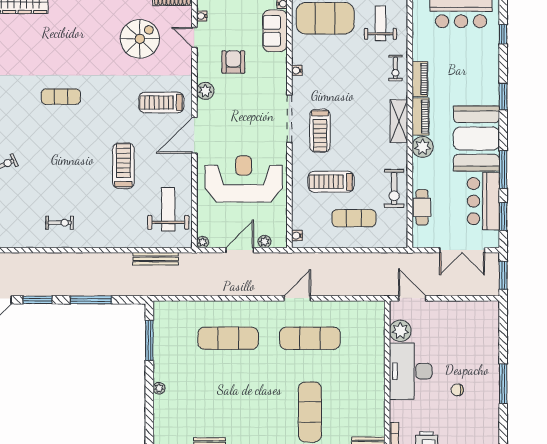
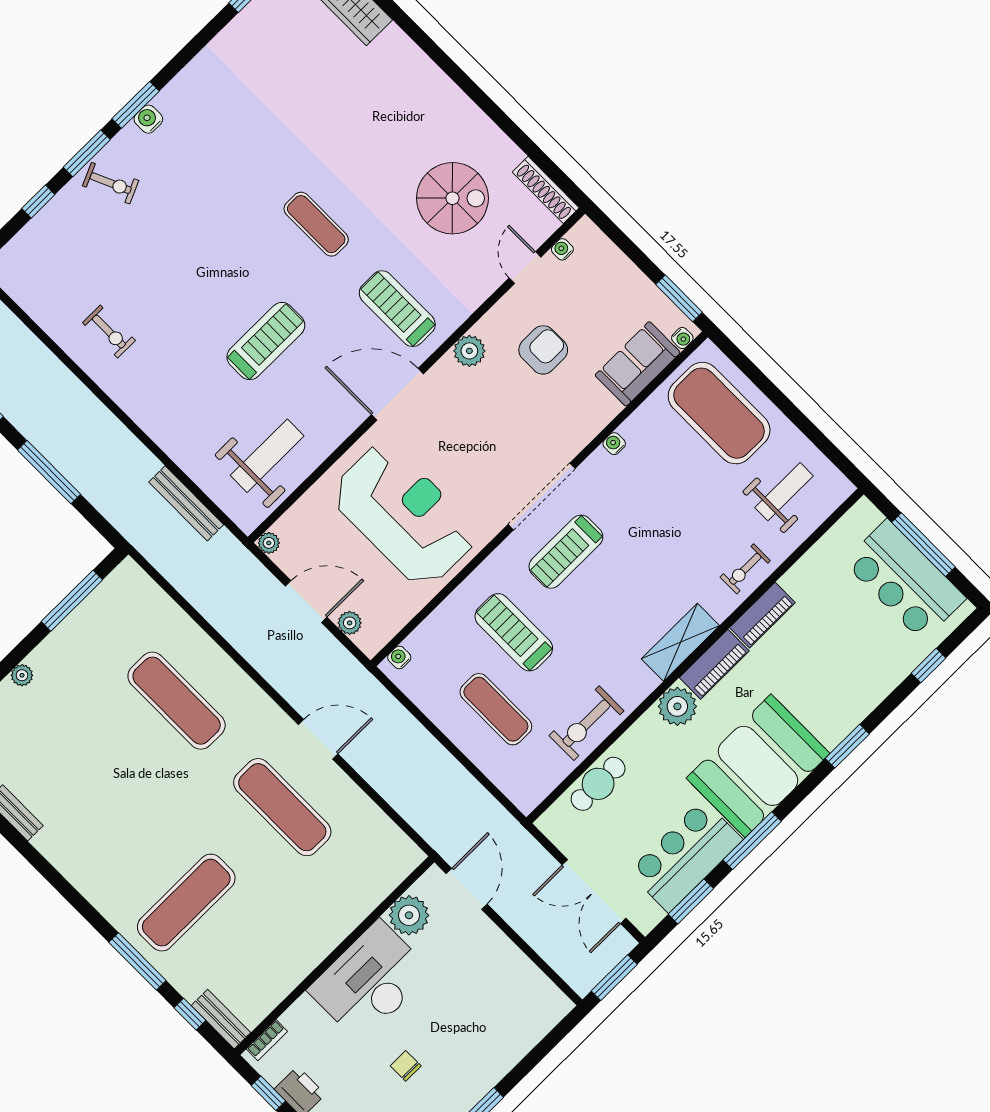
exercise mat: (61, 97) -> (316, 224), moved

